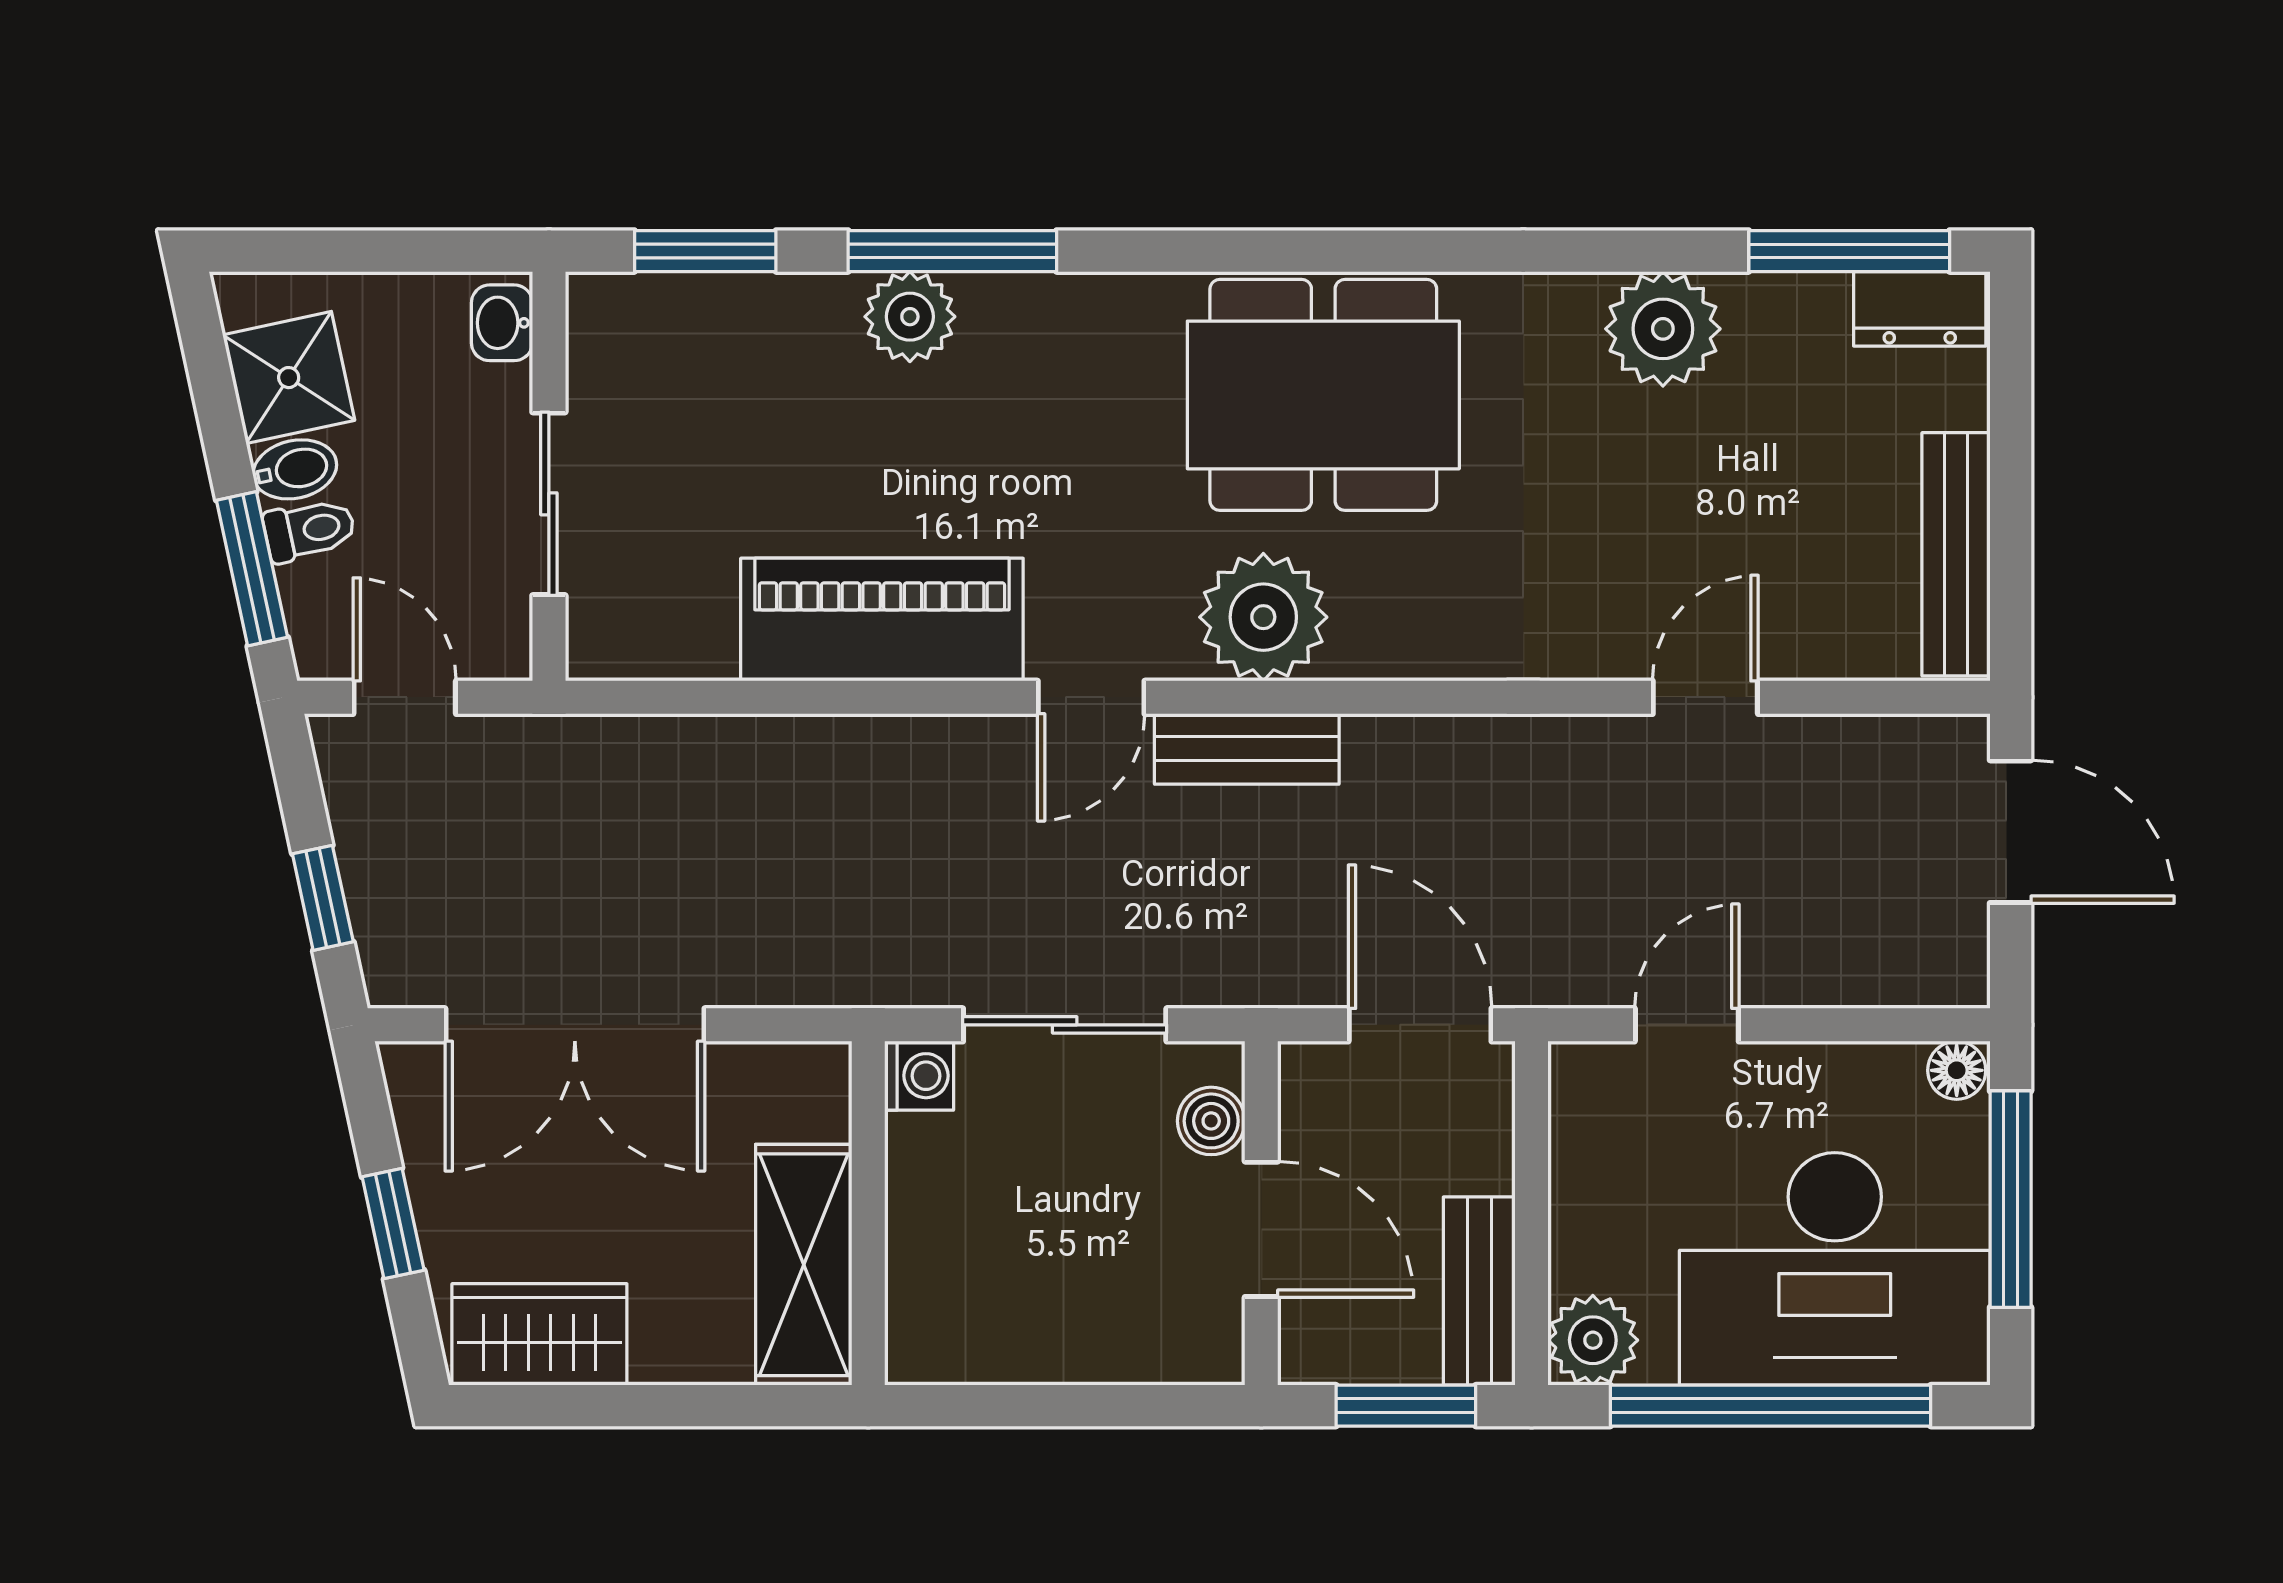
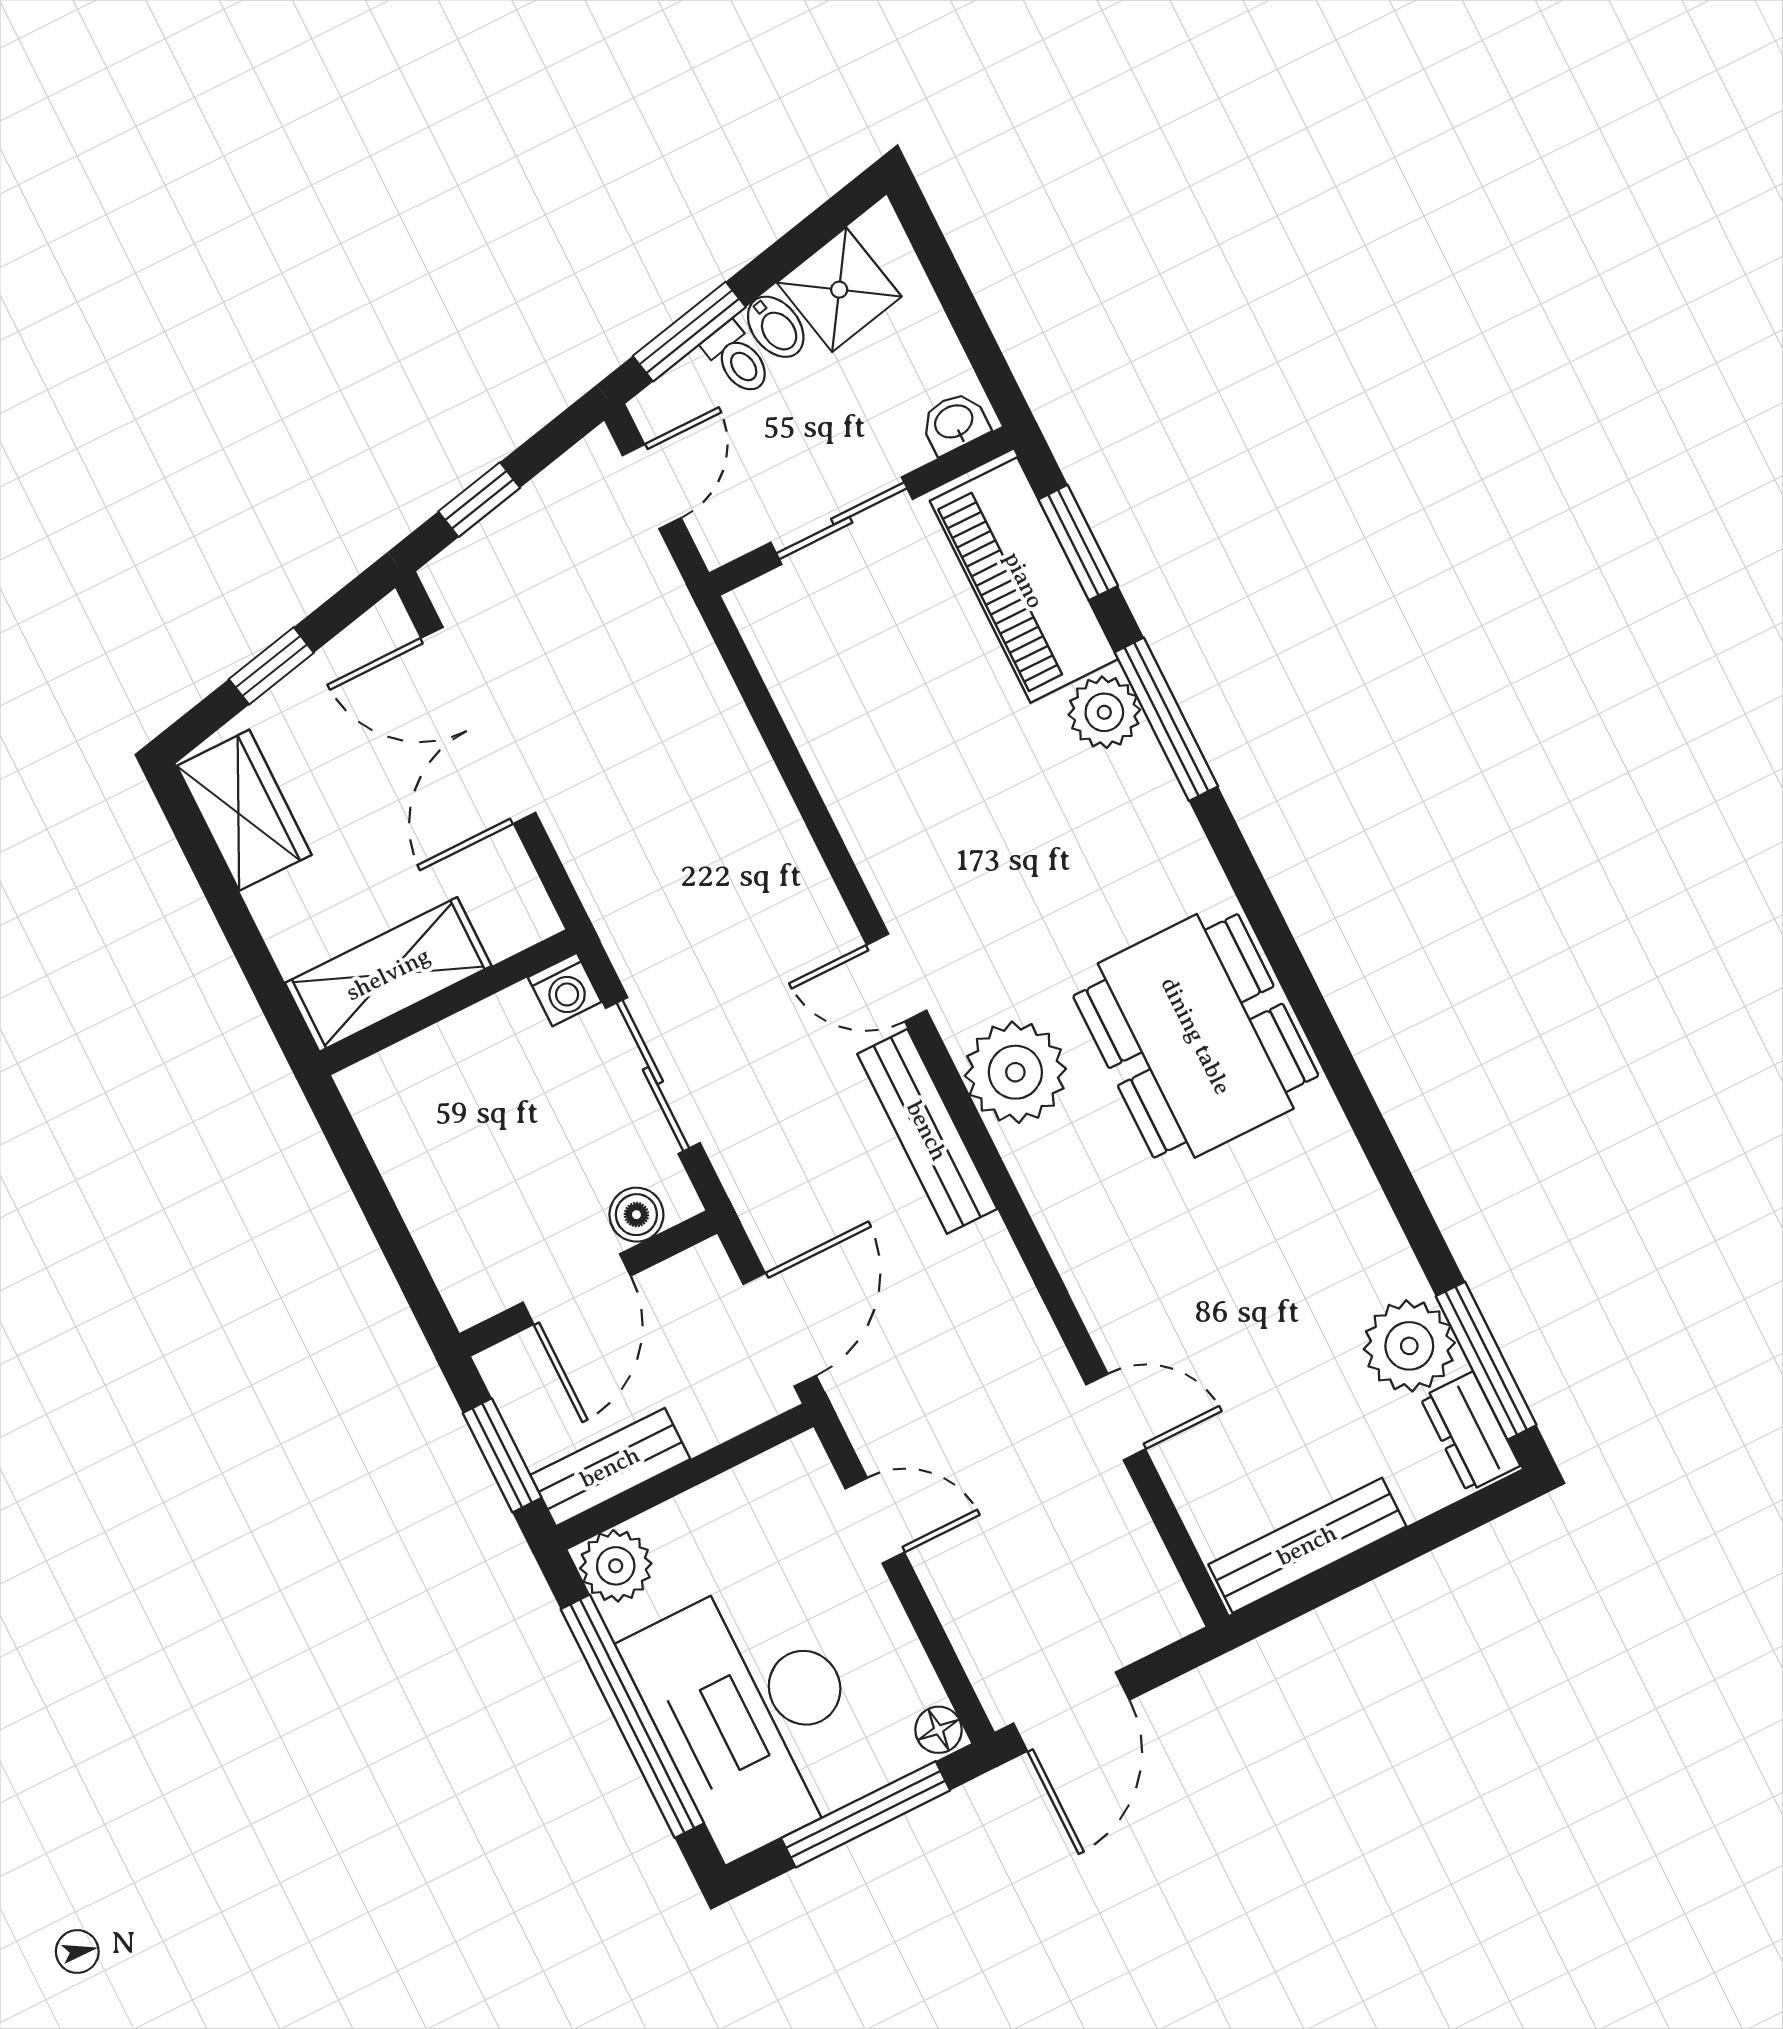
plant: (1663, 329) -> (1409, 1346), moved
piano: (882, 620) -> (1024, 580), moved, turned 180
bench: (1247, 749) -> (927, 1131), width x1.36
door: (2011, 832) -> (1071, 1712), moved

